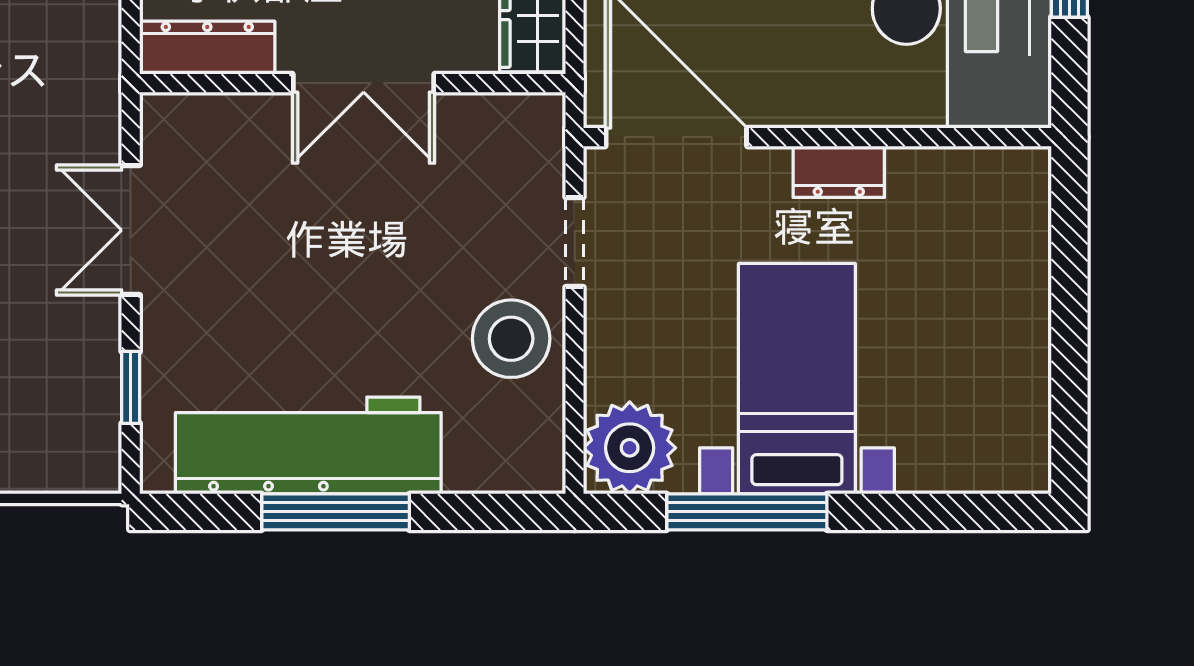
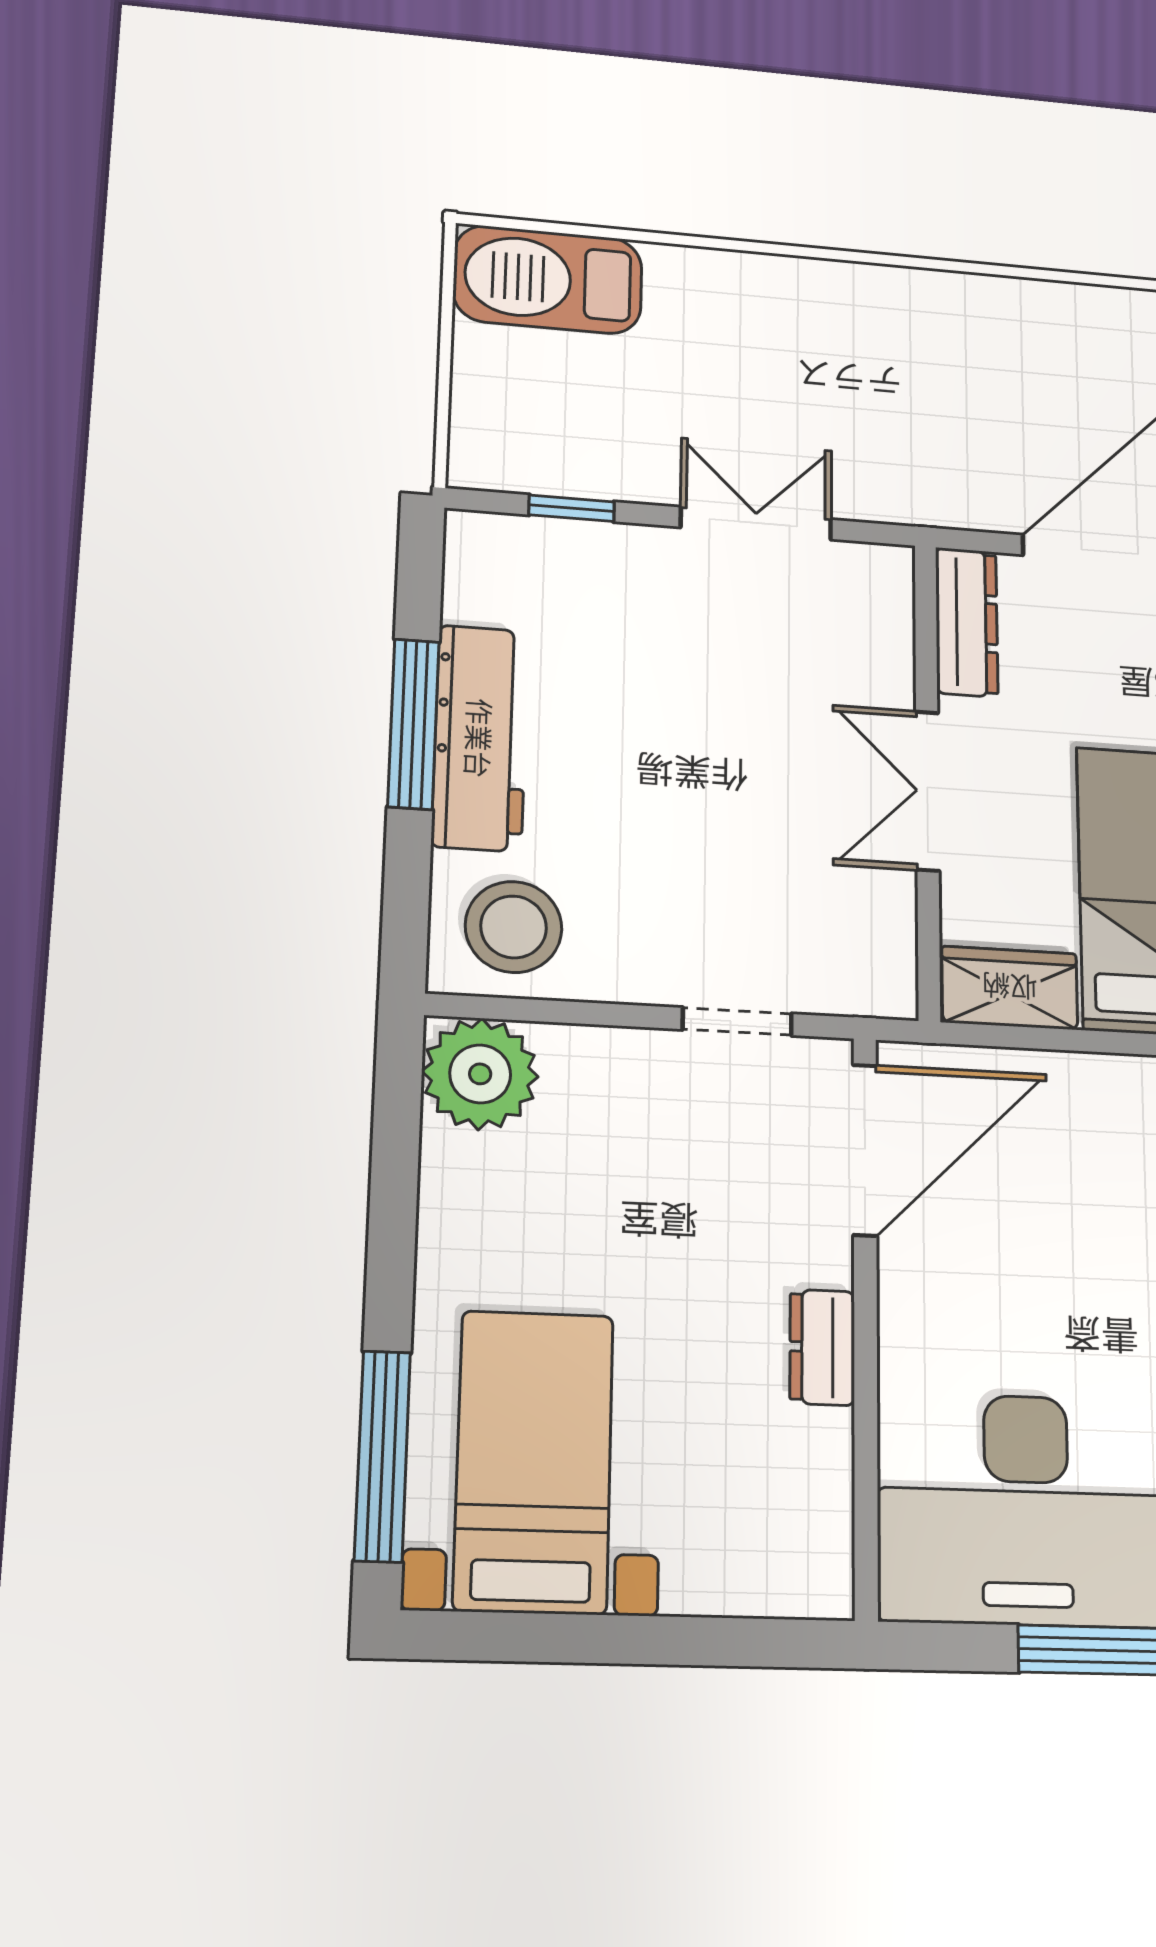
stool: (511, 339) -> (514, 927), moved
bed with nightstands: (797, 379) -> (534, 1461), moved, turned -90
workbench: (308, 445) -> (480, 738), width x0.73, depth x0.76
window: (747, 512) -> (383, 1456), moved

